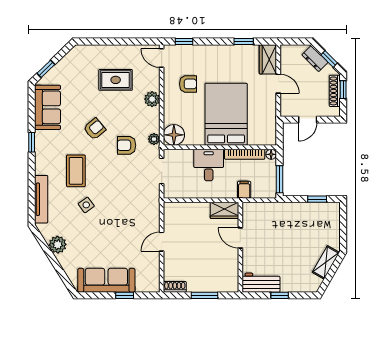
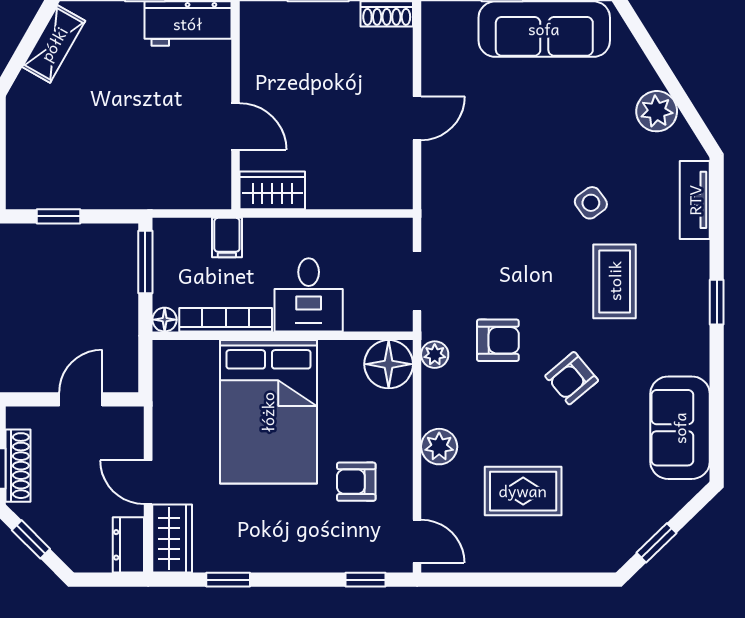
dresser: (315, 59) -> (128, 545), moved, turned -135
window: (46, 69) -> (656, 543), moved
window: (32, 142) -> (717, 302), moved
tv unit: (41, 199) -> (695, 200), width x0.71
shelving: (326, 262) -> (54, 44), moved

